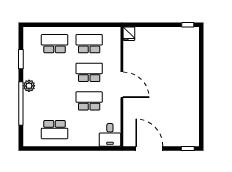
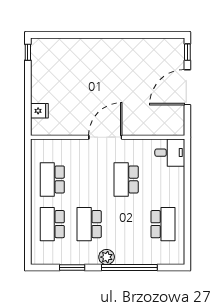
fridge: (129, 34) -> (39, 111), moved
school desk: (89, 72) -> (89, 224), moved
door: (149, 148) -> (187, 87), moved

